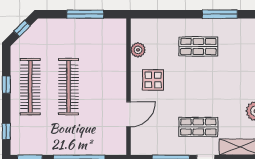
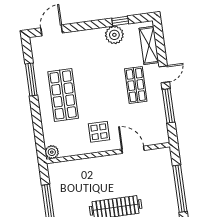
shop shelf: (198, 47) -> (63, 95), width x1.43, depth x1.36
plant: (138, 50) -> (52, 152), moved

